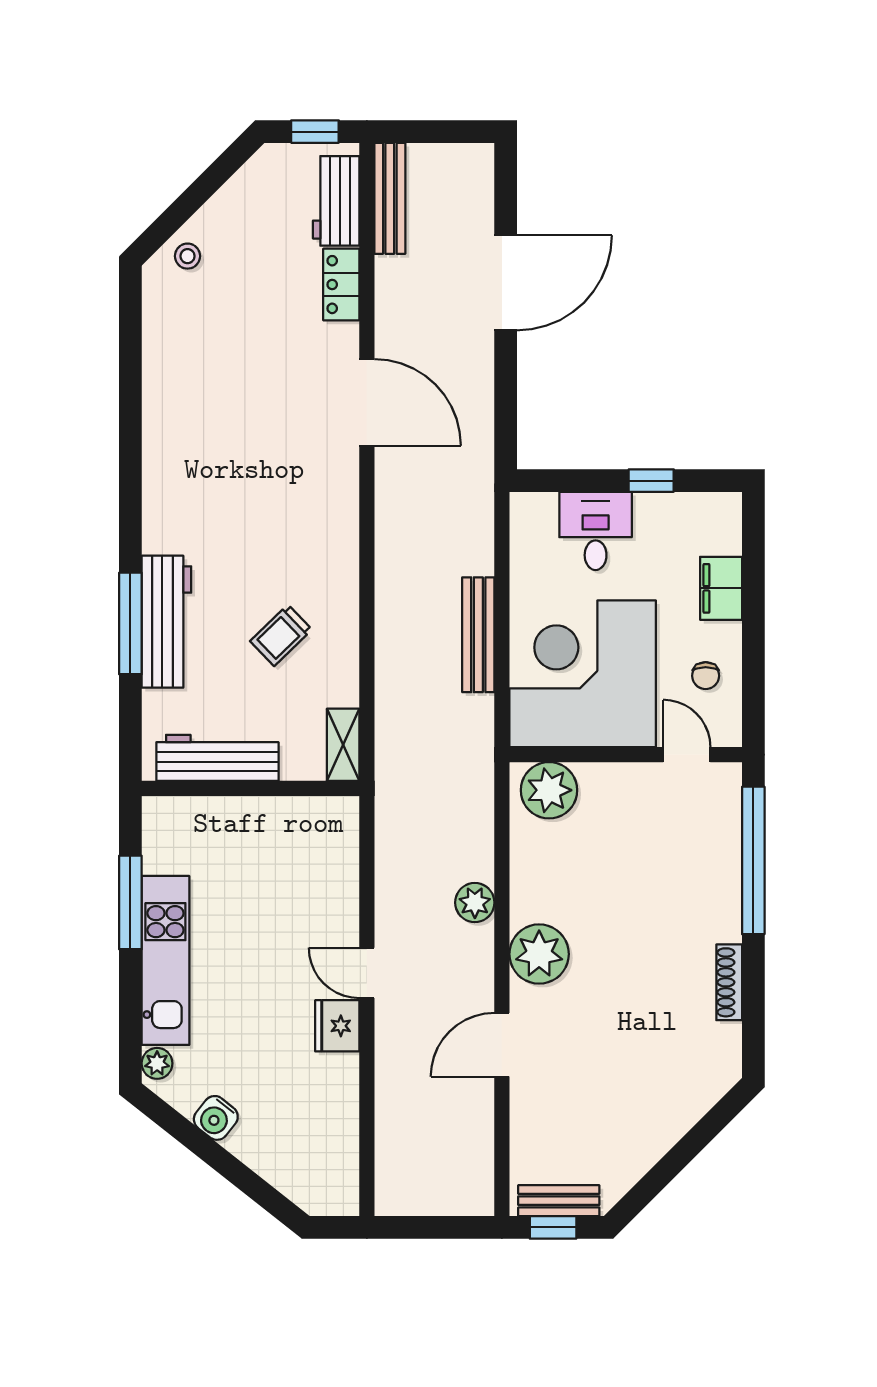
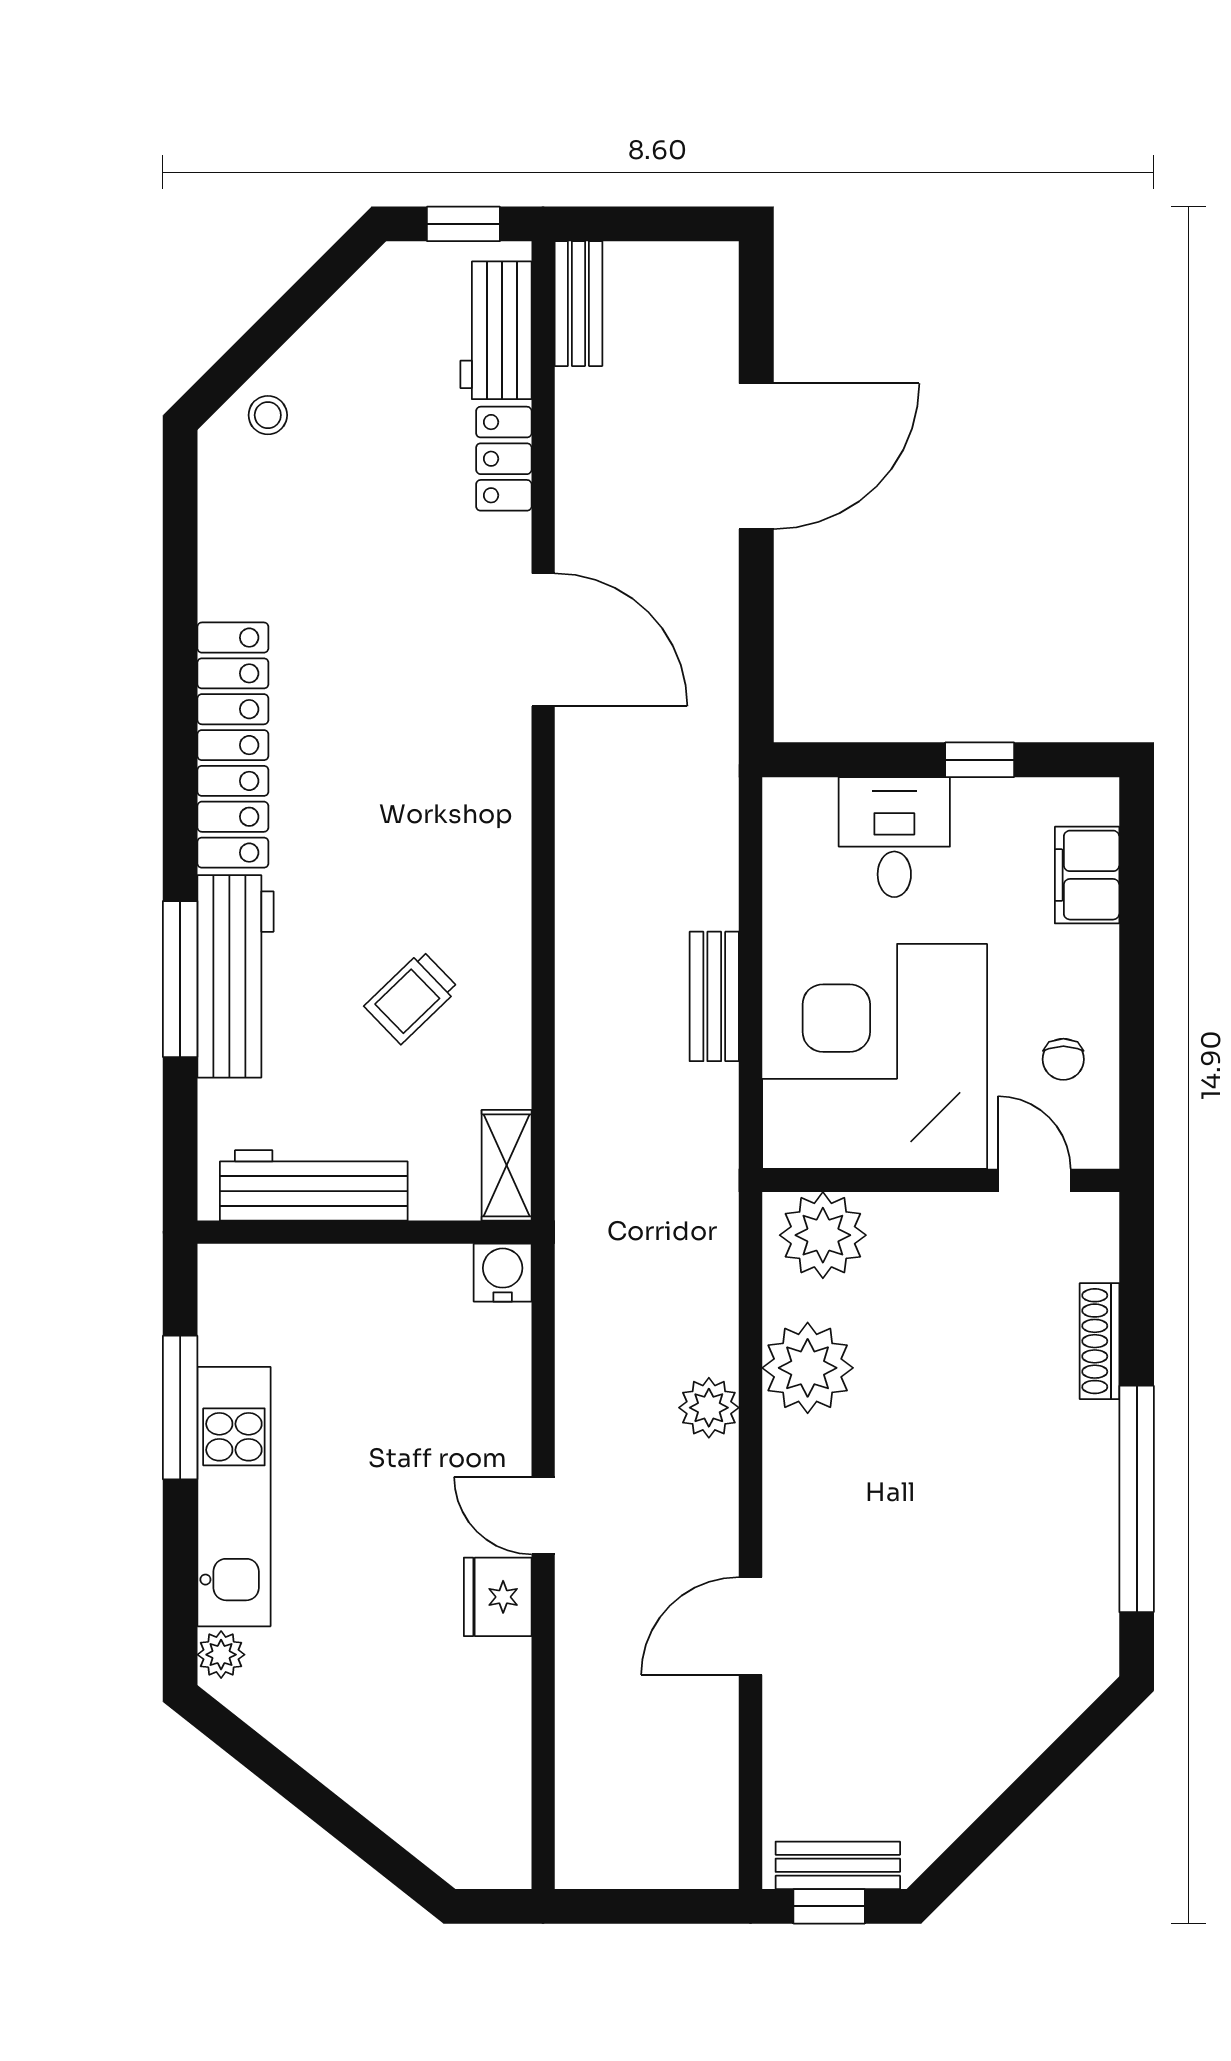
bench: (390, 198) -> (578, 304), width x0.73
locker: (165, 471) -> (233, 745), added
filing cabinet: (721, 588) -> (1087, 875), moved
bench: (478, 635) -> (714, 996), width x0.73
window: (753, 860) -> (1137, 1499), moved
plant: (539, 954) -> (808, 1368), moved
shoe rack: (729, 982) -> (1099, 1341), moved
water cooler: (216, 1118) -> (503, 1273), moved, turned 142

